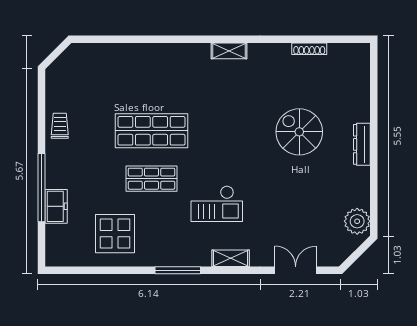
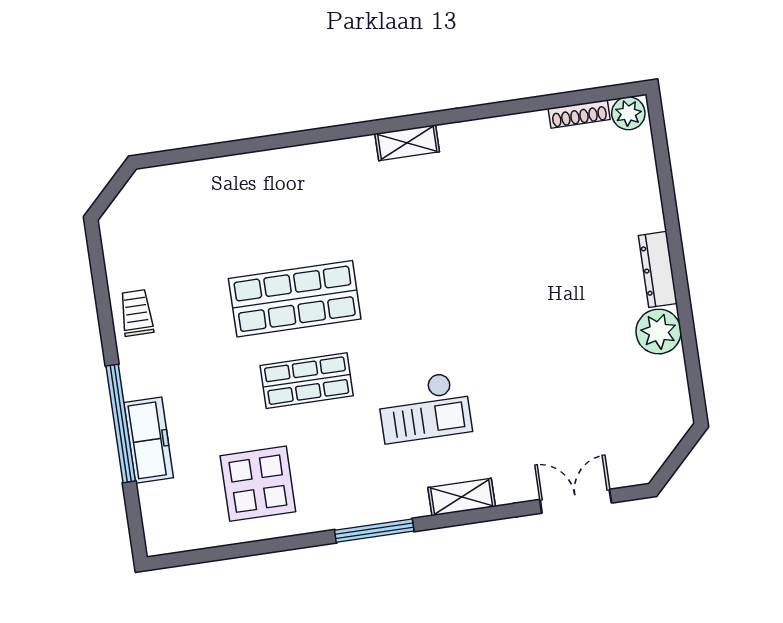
shoe rack: (309, 49) -> (579, 114), moved
plant: (358, 52) -> (628, 113), added
spiral stairs: (299, 132) -> (548, 264), removed
freezer: (56, 206) -> (149, 440), width x1.40
plant: (357, 221) -> (659, 332), moved

